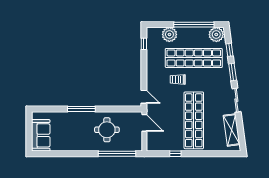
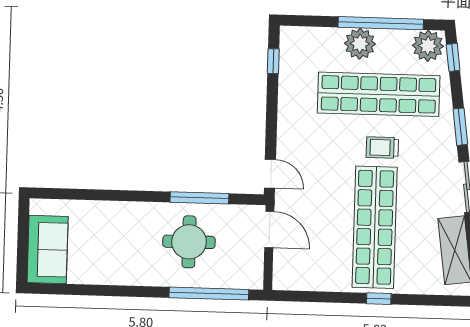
plant: (169, 34) -> (360, 44), moved
window: (230, 50) -> (453, 57), moved
trolley: (178, 79) -> (382, 148), moved
window: (81, 109) -> (199, 198), moved
window: (175, 154) -> (379, 299), moved

